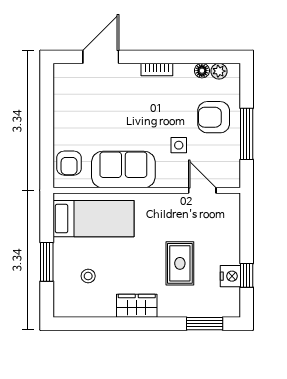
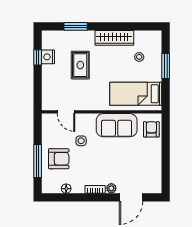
plant: (219, 71) -> (111, 188), moved
window: (247, 134) -> (38, 161), moved
wardrobe: (137, 306) -> (114, 38), width x1.50
window: (205, 324) -> (76, 26), moved

